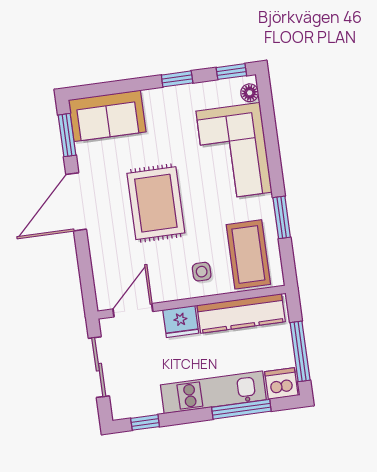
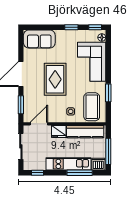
window: (67, 135) -> (21, 105), moved

